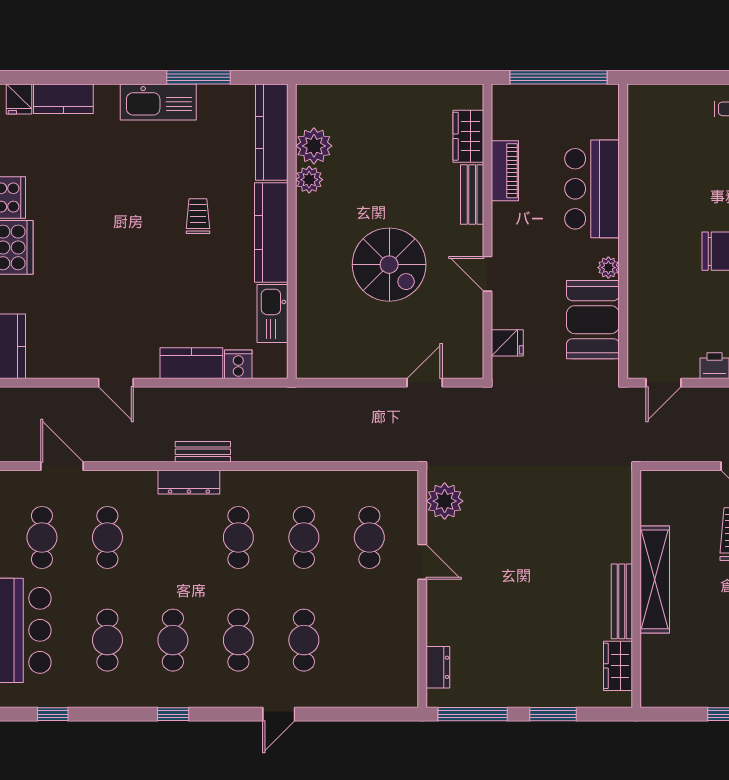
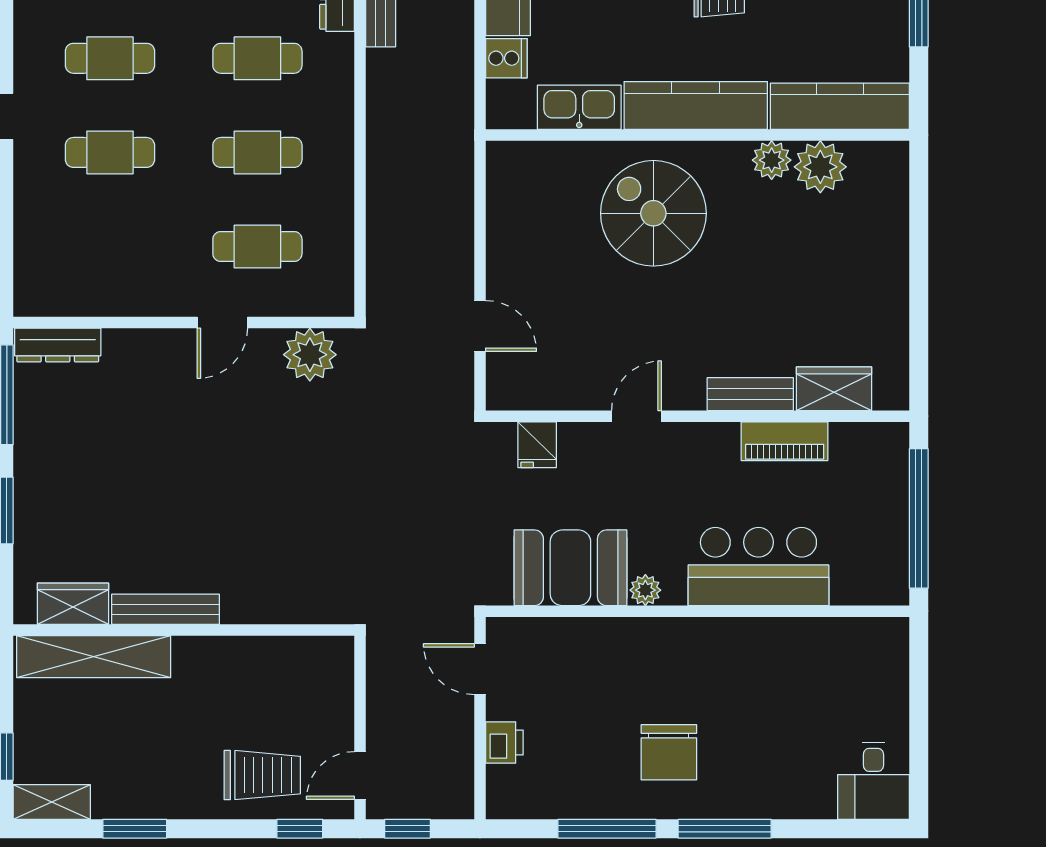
spiral stairs: (389, 265) -> (653, 213), moved, turned 90
shelving: (655, 579) -> (94, 657), moved
dresser: (438, 667) -> (58, 345), width x1.44

